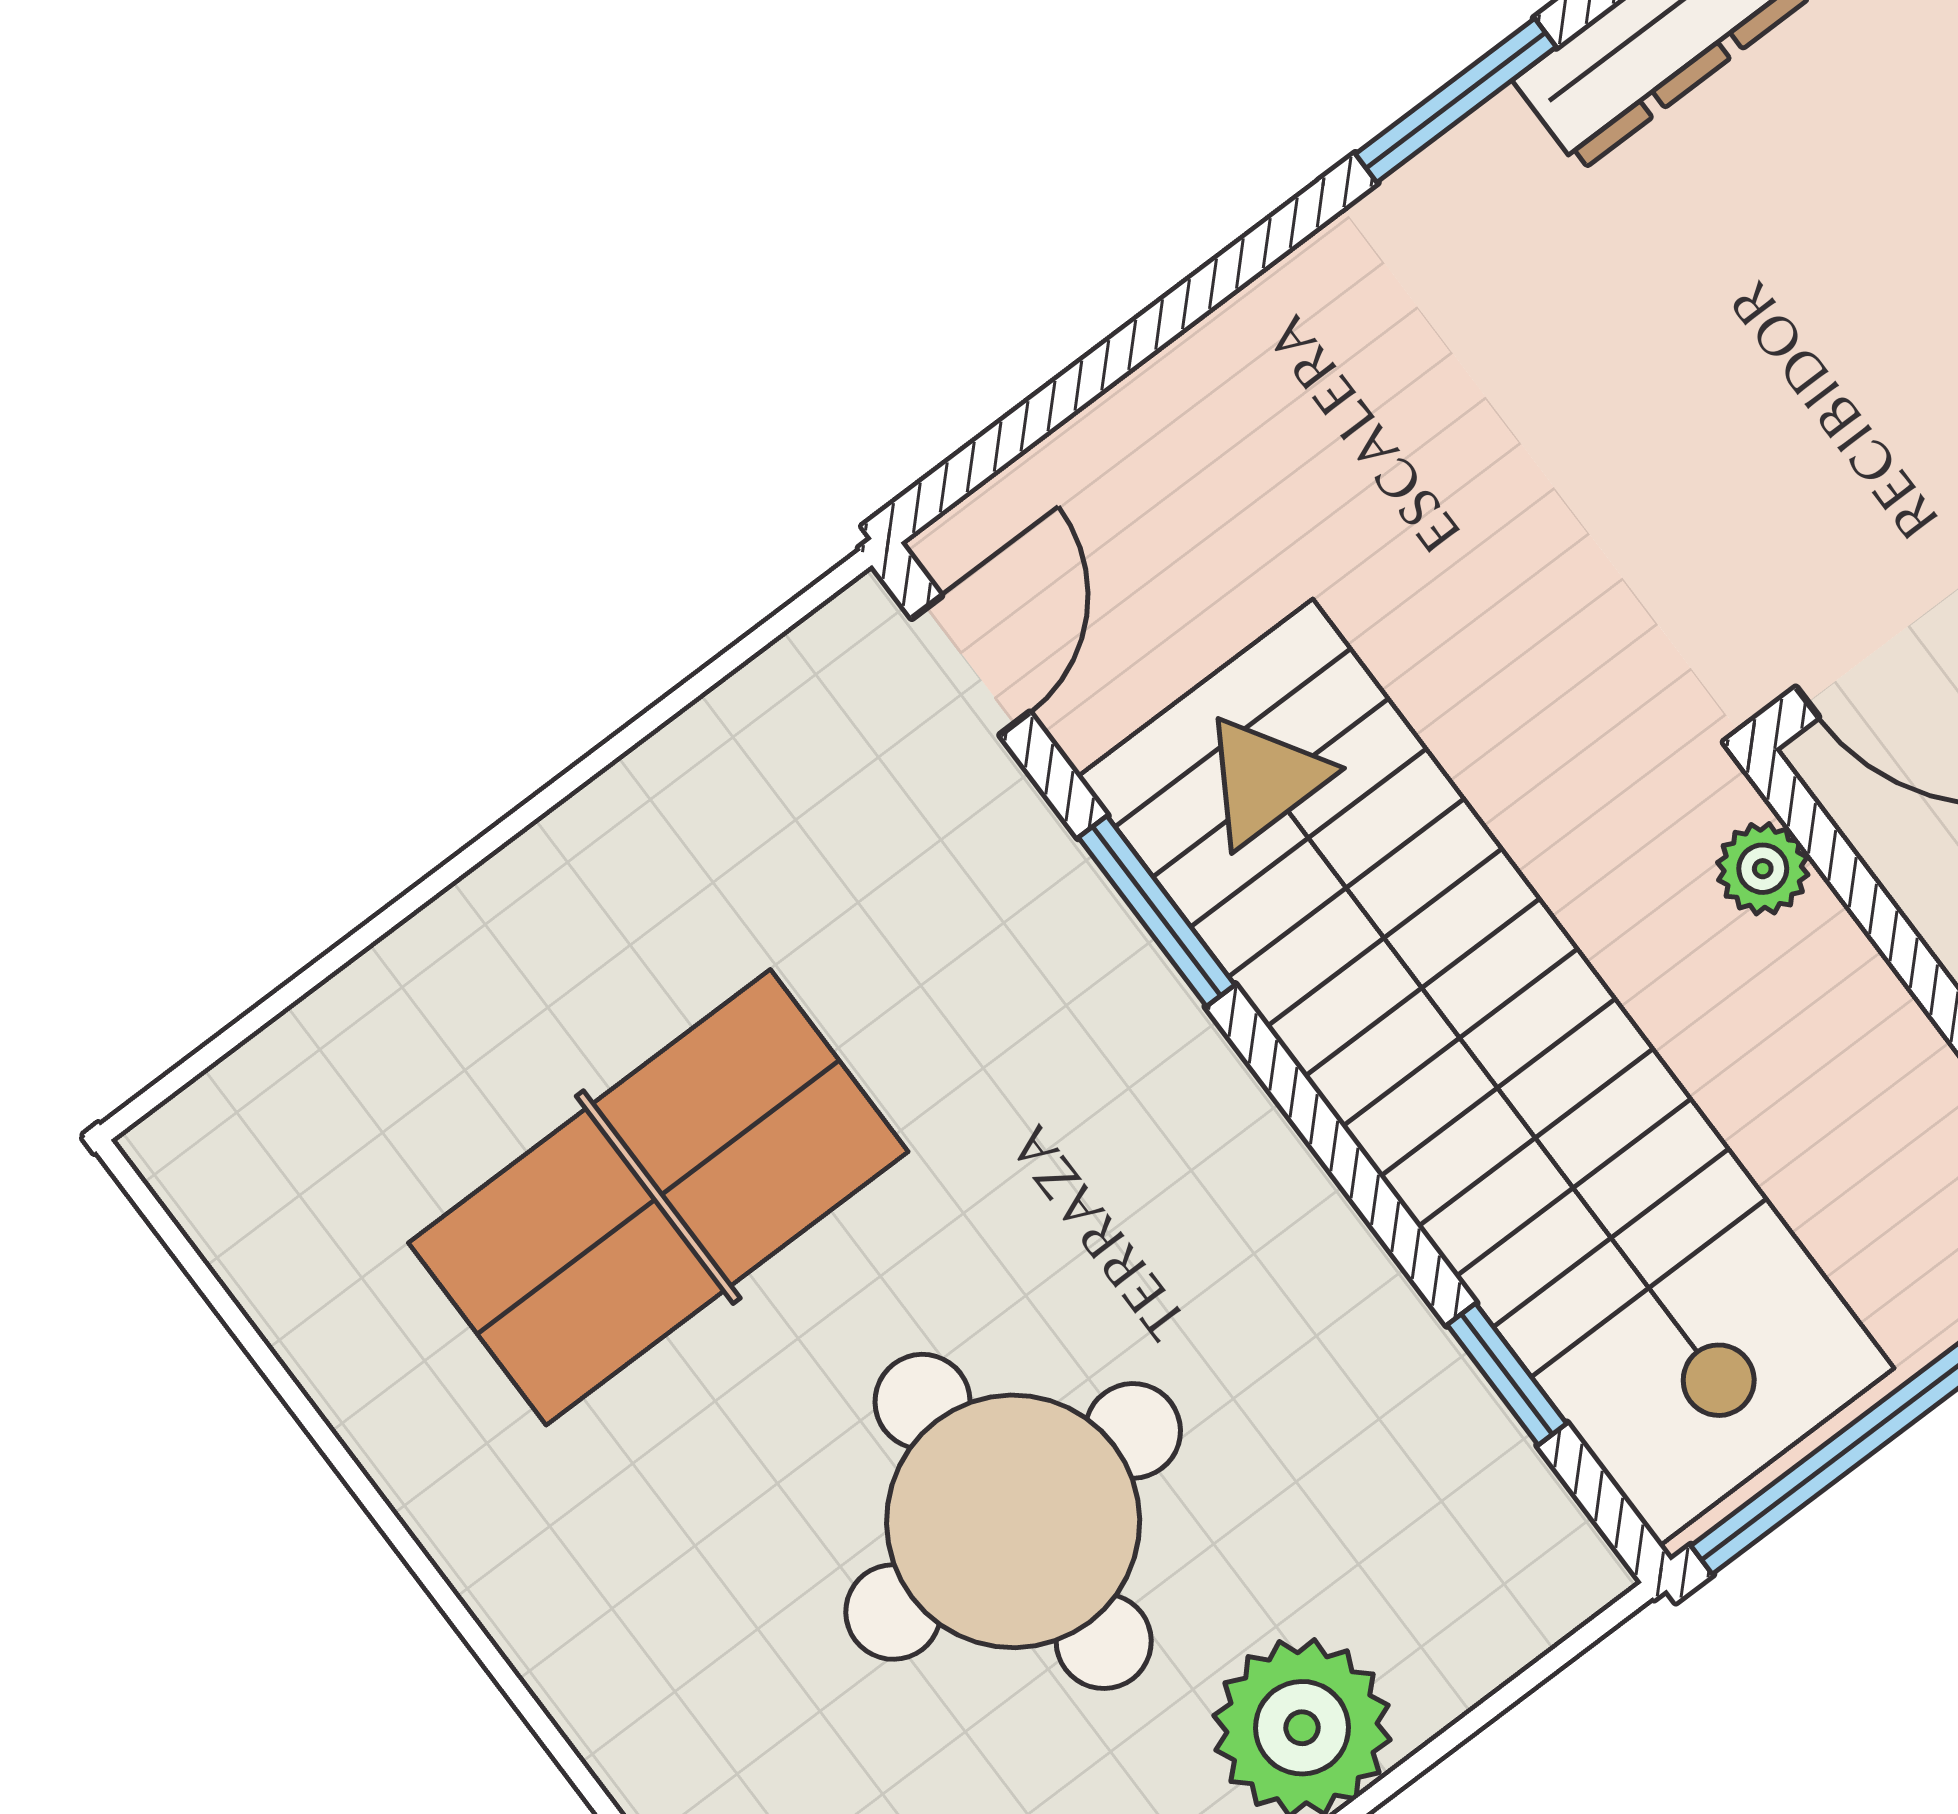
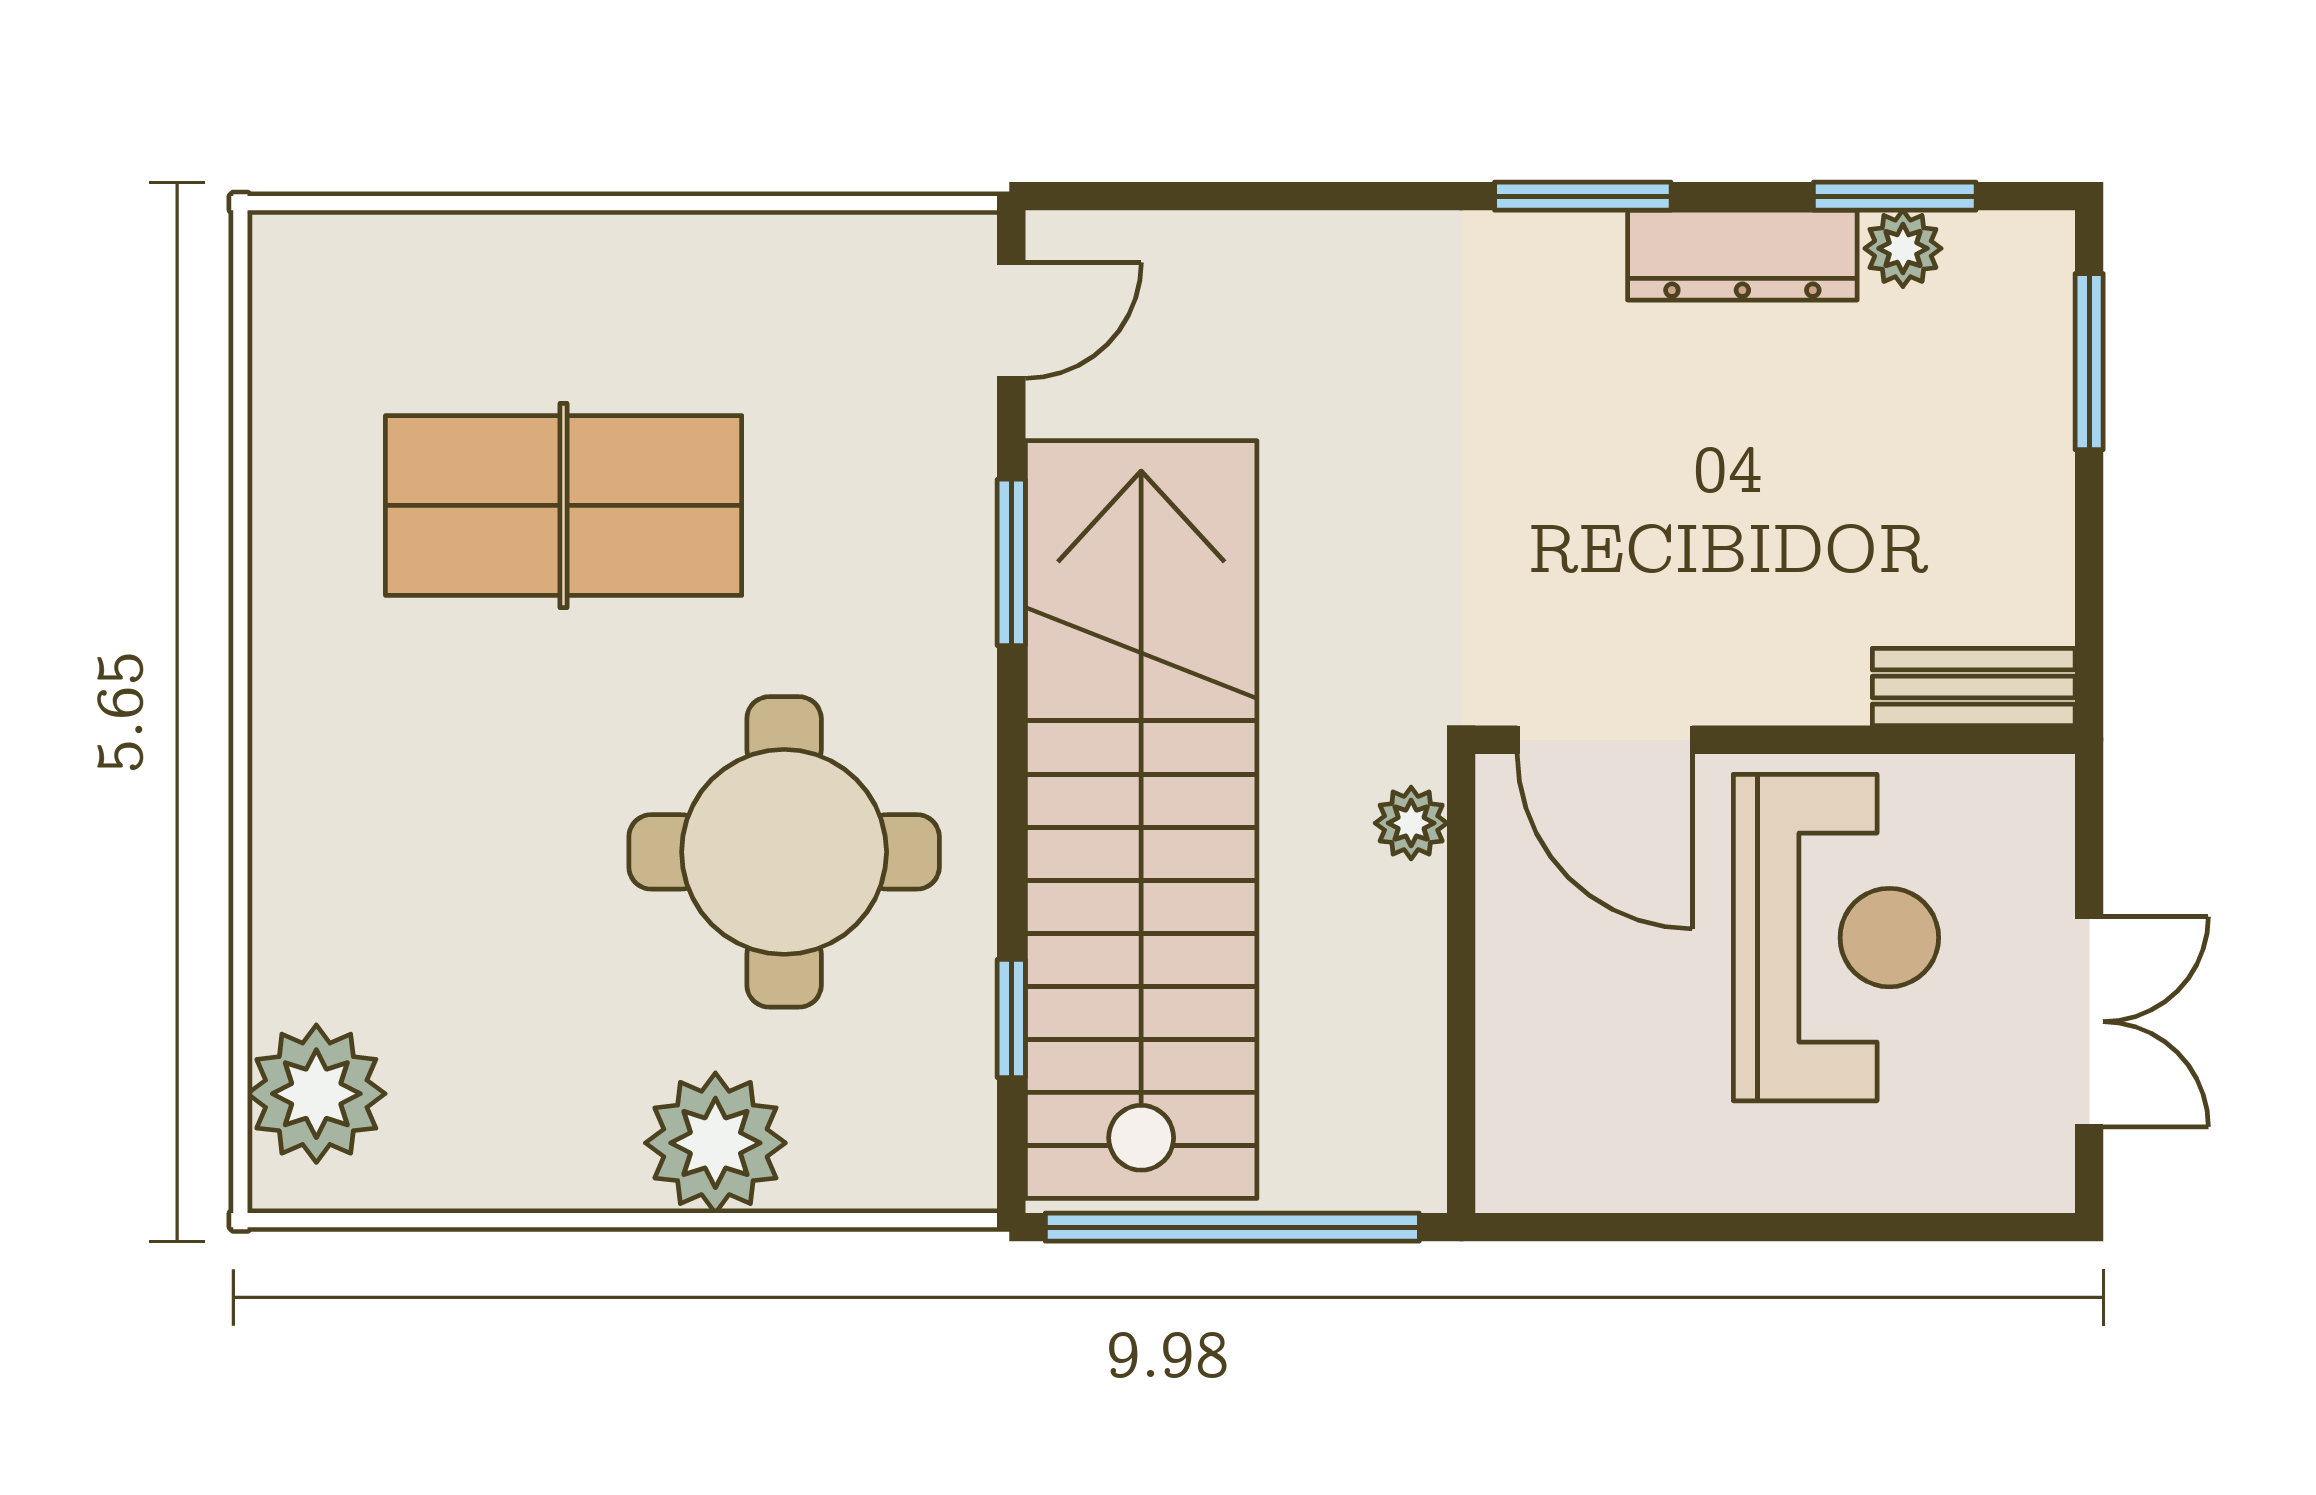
round table: (1013, 1521) -> (784, 852), moved

